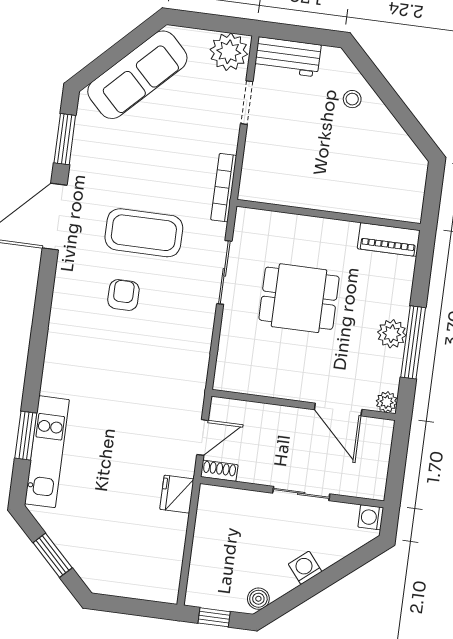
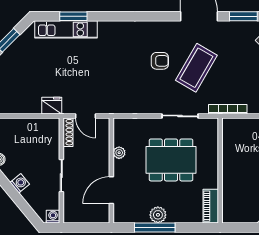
coffee table: (144, 233) -> (196, 68), turned 30
dining table: (299, 298) -> (171, 160), width x1.38
plant: (387, 402) -> (119, 153), moved
shoe rack: (219, 471) -> (68, 132), width x1.43

